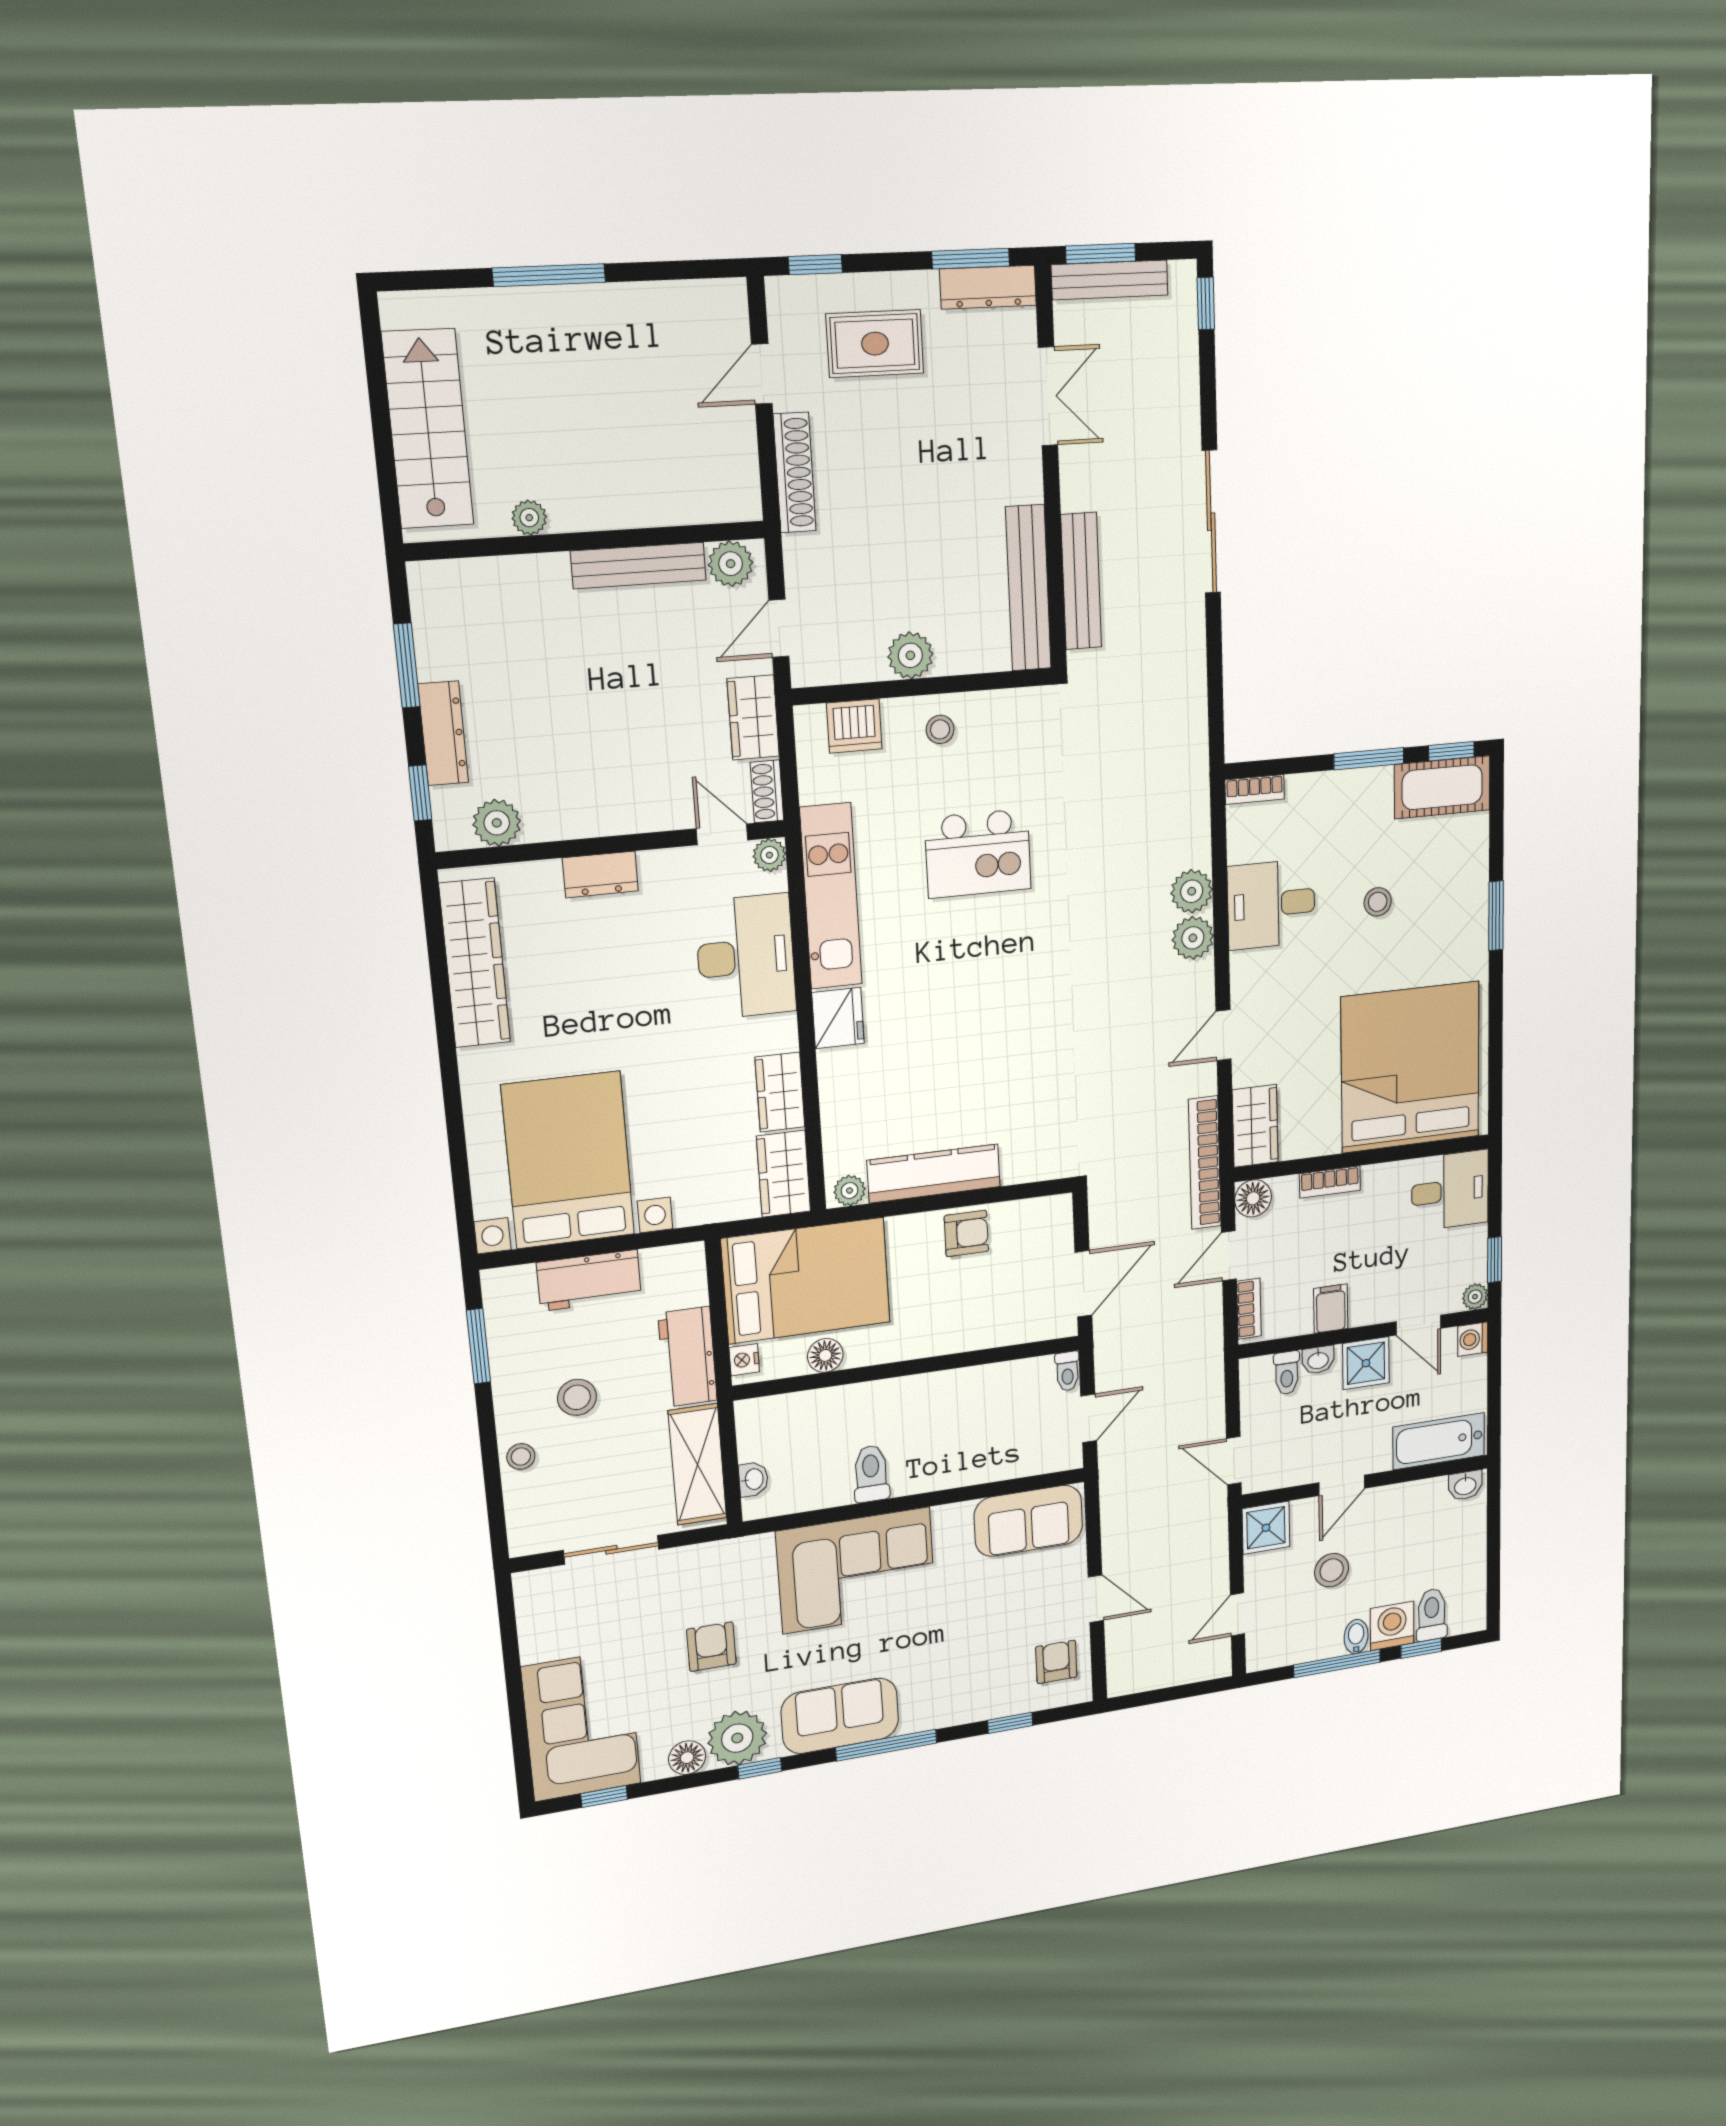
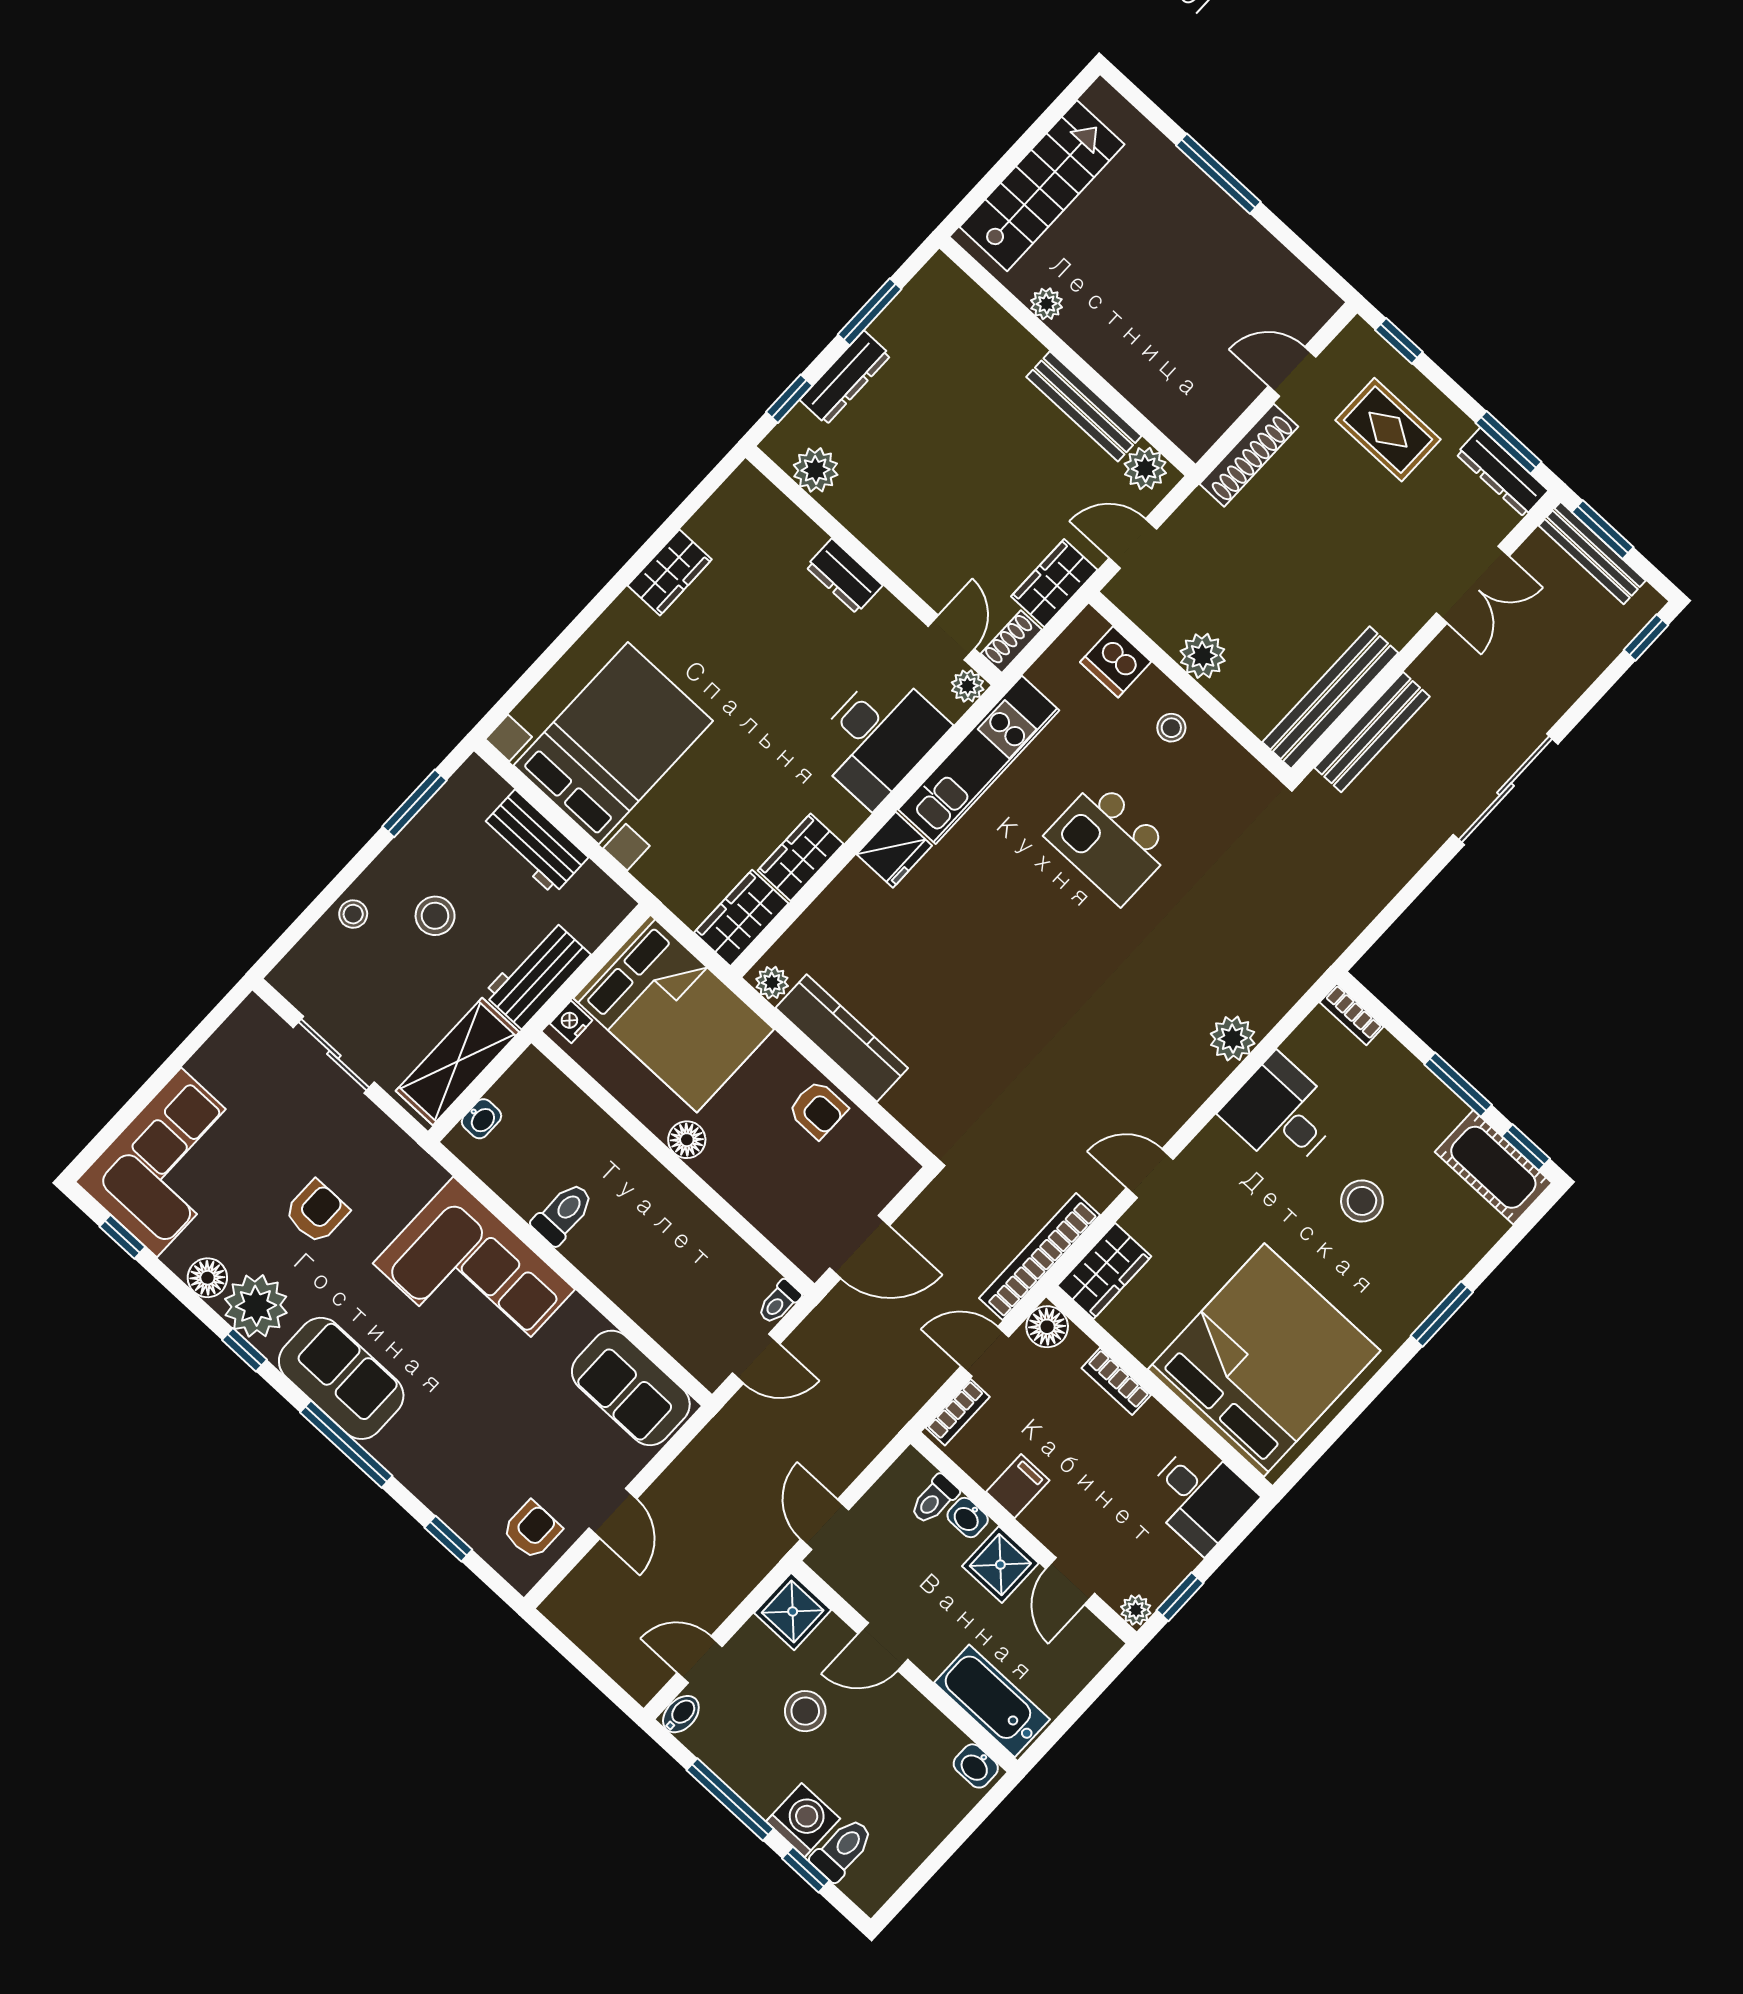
stool: (1378, 902) -> (1362, 1201), width x1.37, depth x1.37
plant: (1193, 938) -> (1200, 1074), removed
wardrobe: (475, 963) -> (670, 572), width x0.48, depth x0.85
washing machine: (1473, 1339) -> (1100, 1644), removed
floor lamp: (825, 1355) -> (687, 1140), moved
bidet: (1356, 1637) -> (681, 1714), moved

